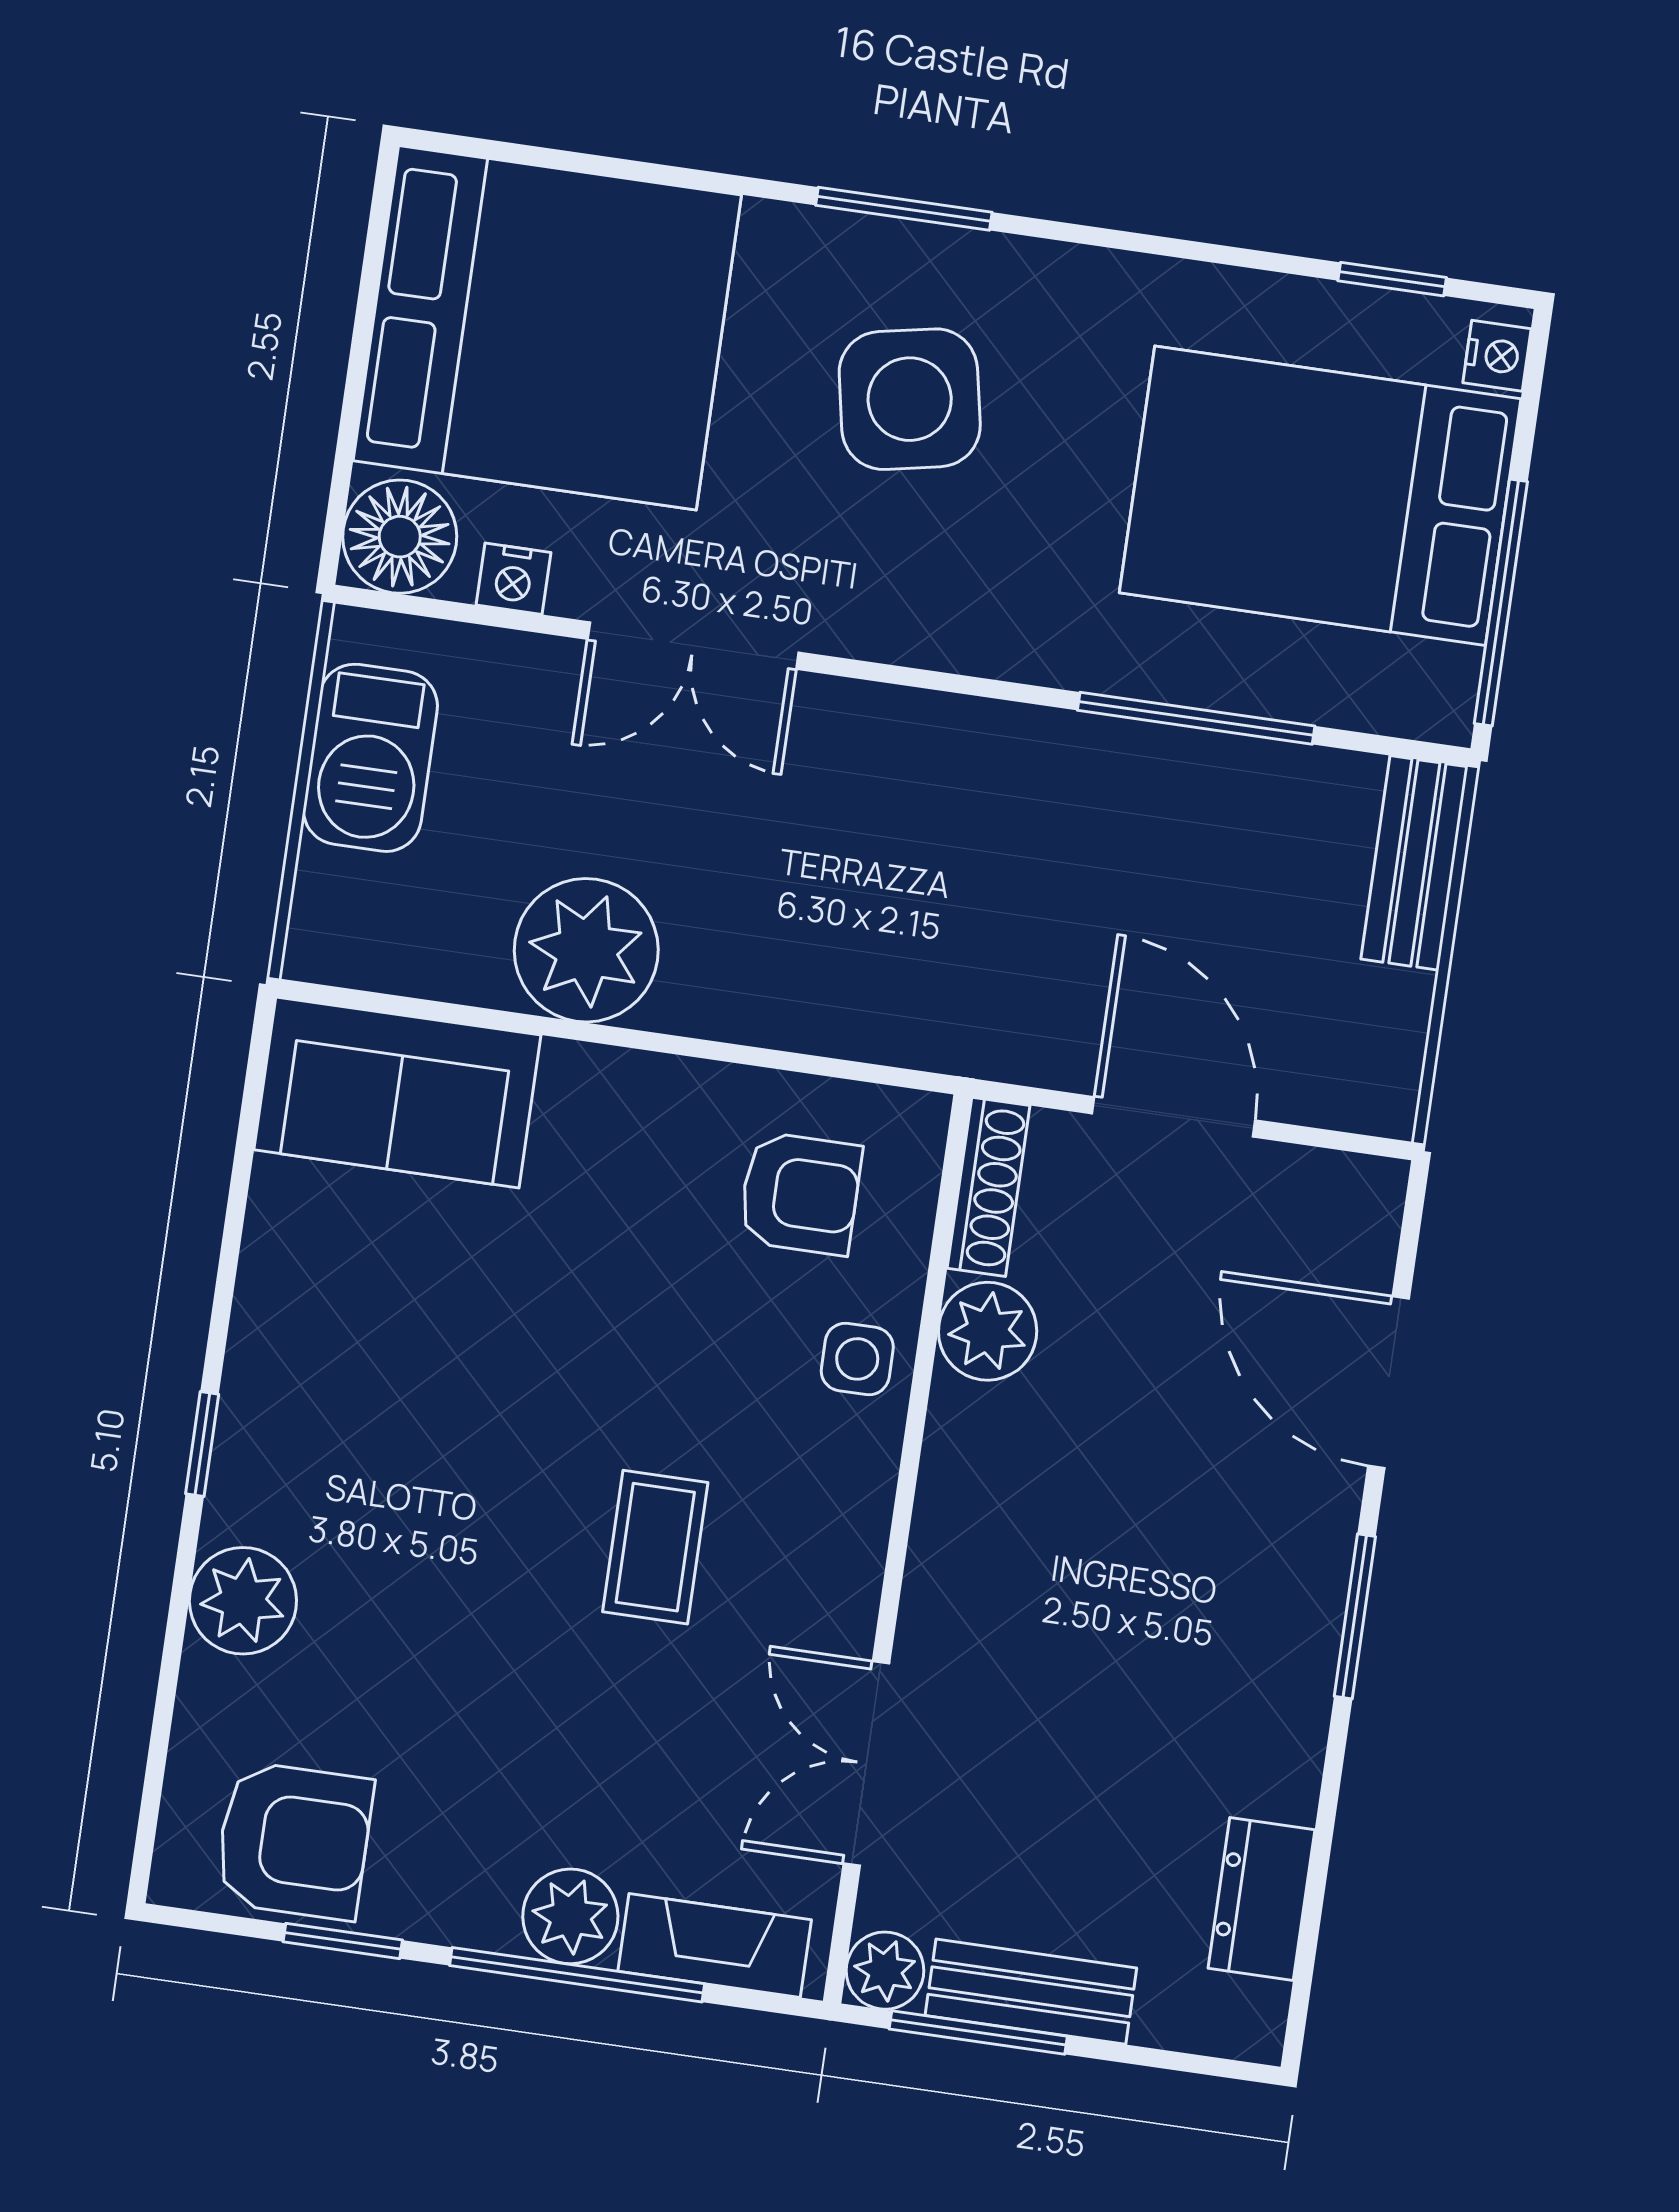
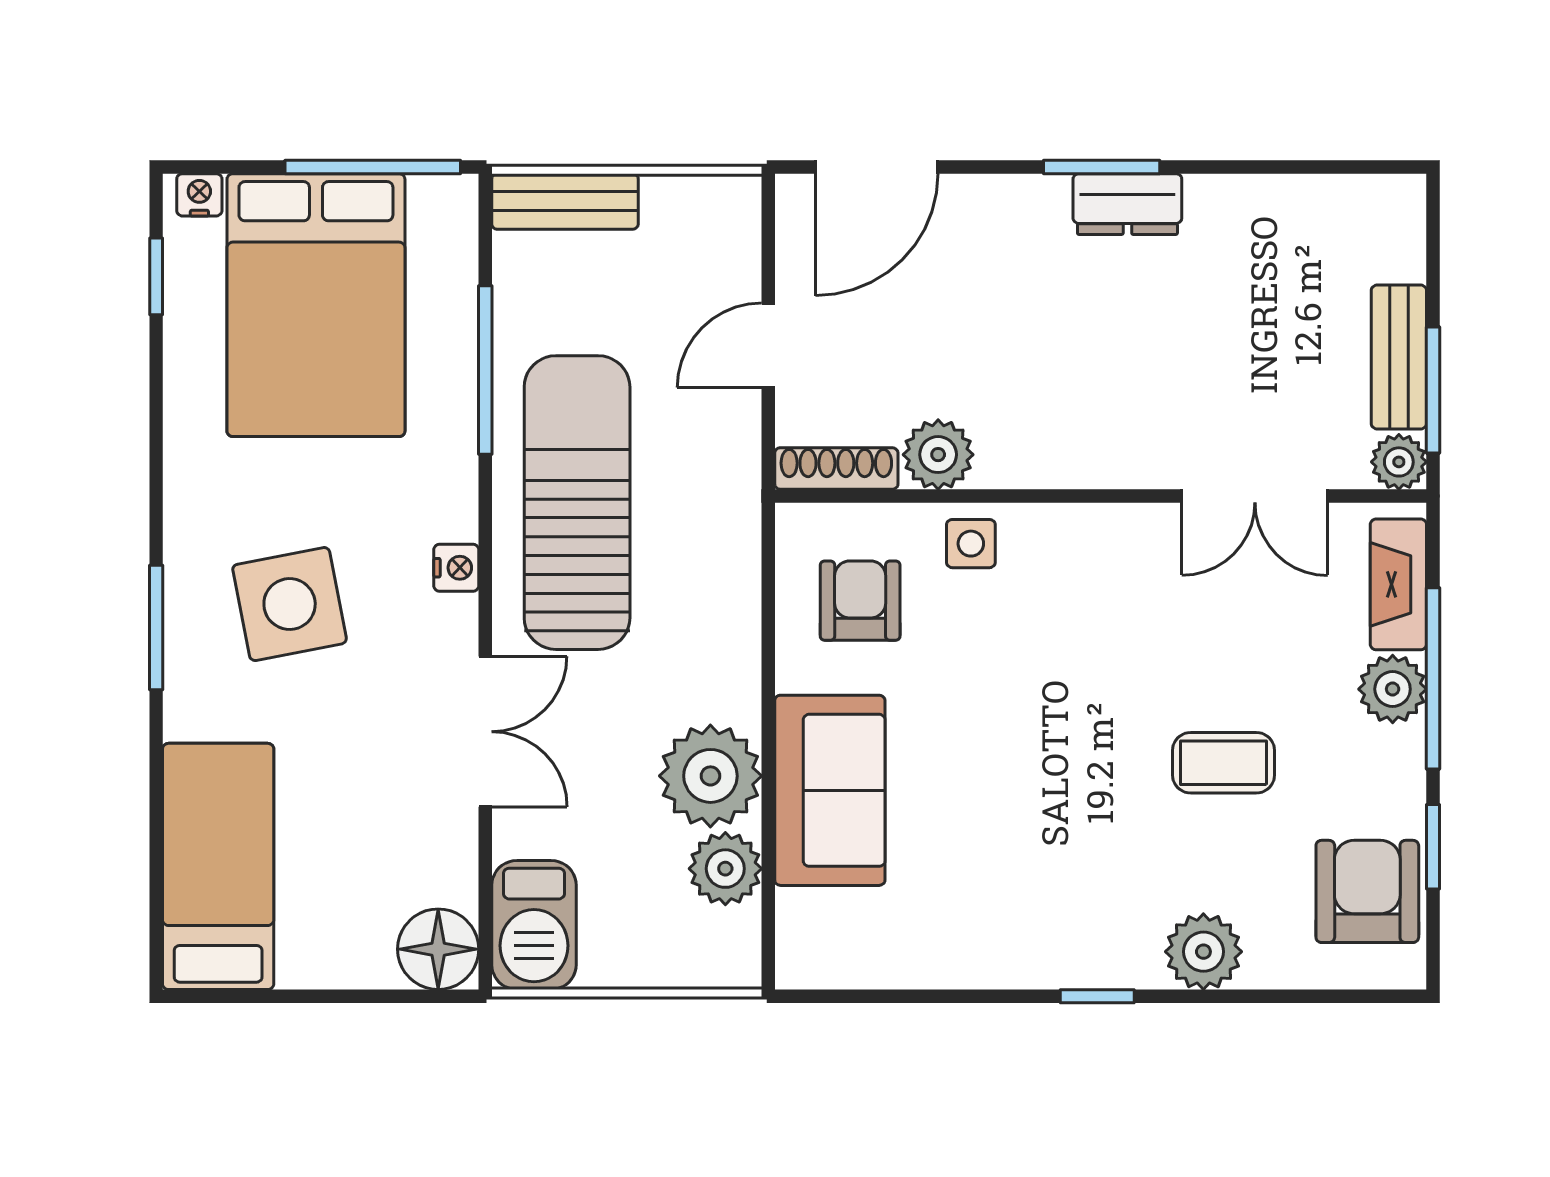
bed: (547, 328) -> (218, 866), width x0.49
nightstand: (513, 579) -> (456, 568), moved
barbecue: (370, 758) -> (534, 925), moved, turned 90
sun lounger: (993, 819) -> (577, 503), added
plant: (454, 952) -> (725, 869), added
sofa: (397, 1092) -> (830, 790), moved
door: (1174, 1117) -> (768, 345), width x0.73
door: (1389, 1382) -> (877, 167), moved
coffee table: (655, 1547) -> (1224, 763), moved
dresser: (1261, 1899) -> (1127, 204), moved

